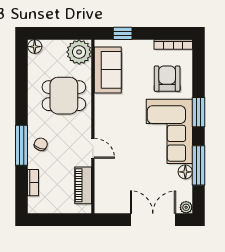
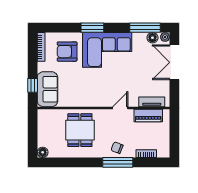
plant: (79, 52) -> (47, 119), removed
sofa: (108, 70) -> (47, 89), moved, turned 90
window: (199, 165) -> (145, 28), moved
floor lamp: (185, 172) -> (152, 38), moved
tv unit: (101, 190) -> (152, 102), added

